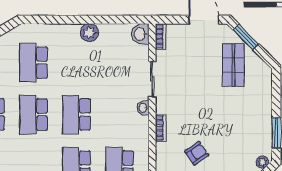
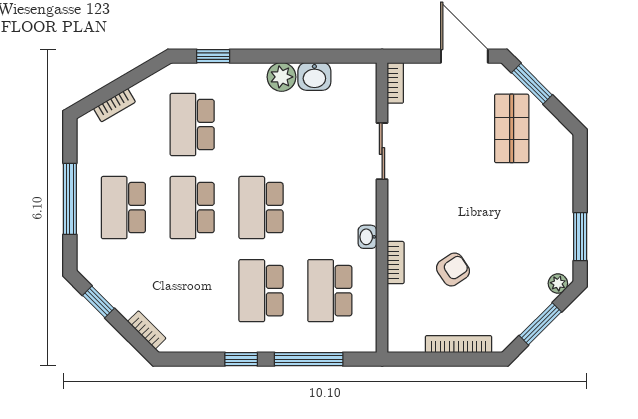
window: (47, 20) -> (213, 56), added
washbasin: (140, 34) -> (314, 76), moved, turned -90
washbasin: (143, 108) -> (367, 237), moved
bookcase: (161, 128) -> (396, 263), moved

